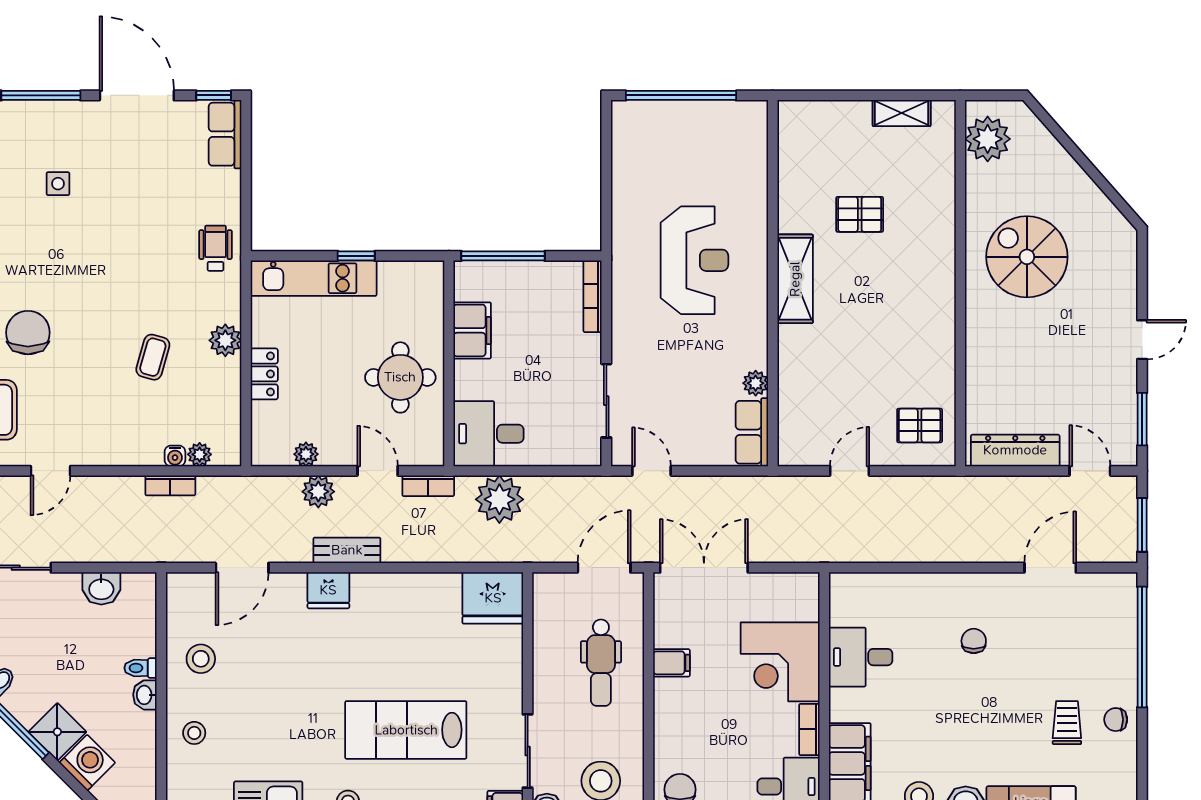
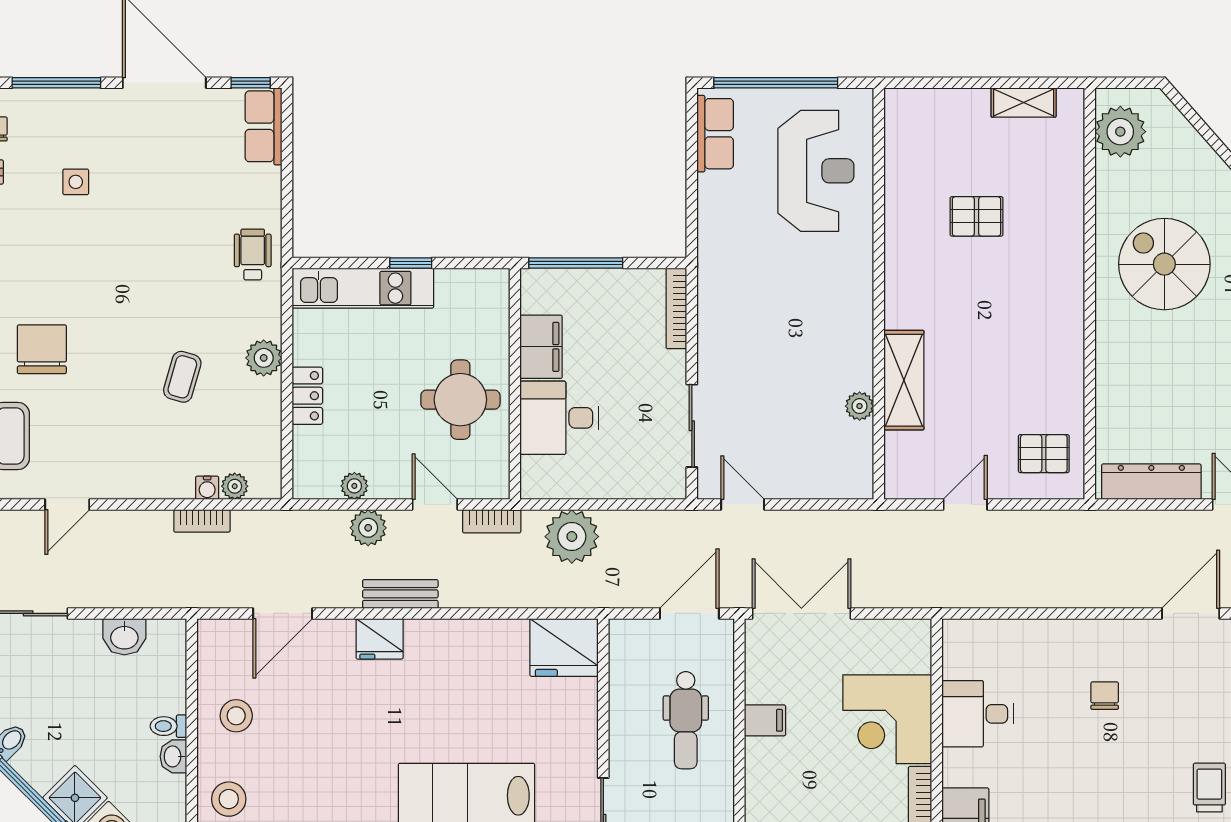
reception desk: (694, 260) -> (816, 171), moved
shelving: (795, 279) -> (904, 380), moved
row of seats: (752, 432) -> (715, 134), moved, turned 180
desk: (489, 434) -> (559, 418), moved
stool: (194, 733) -> (229, 799), width x1.37, depth x1.37

